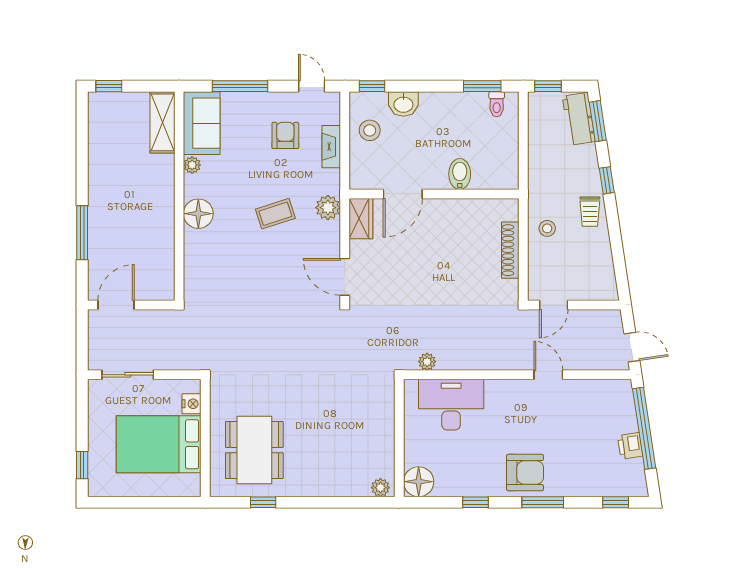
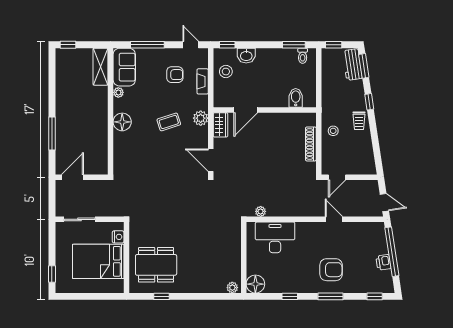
armchair: (285, 135) -> (175, 75), turned 90
bidet: (460, 174) -> (296, 98), moved
dining table: (254, 450) -> (156, 265), turned 90
armchair: (525, 473) -> (331, 270), moved

